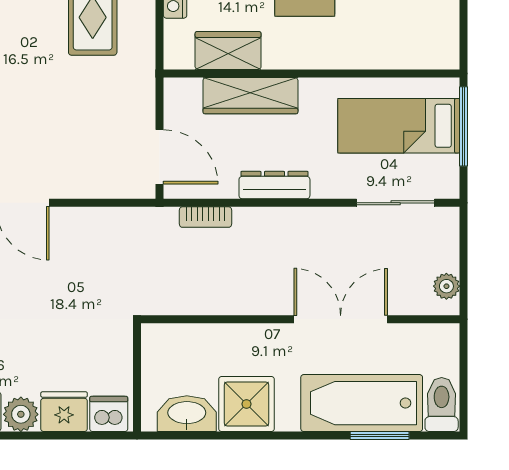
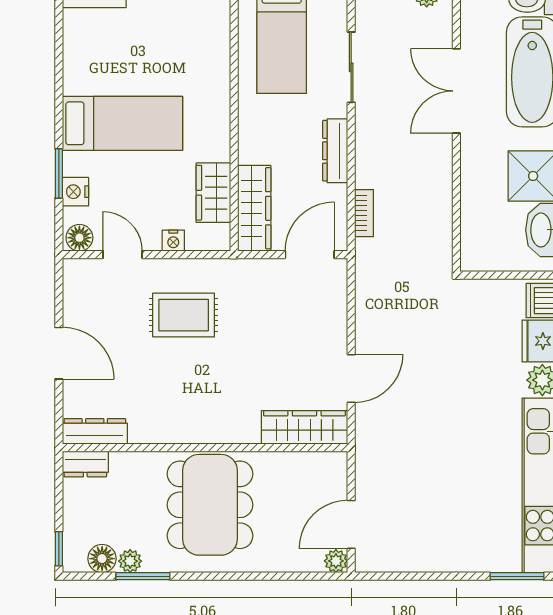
wardrobe: (250, 96) -> (254, 208), moved
sliding door: (396, 203) -> (351, 67), moved

